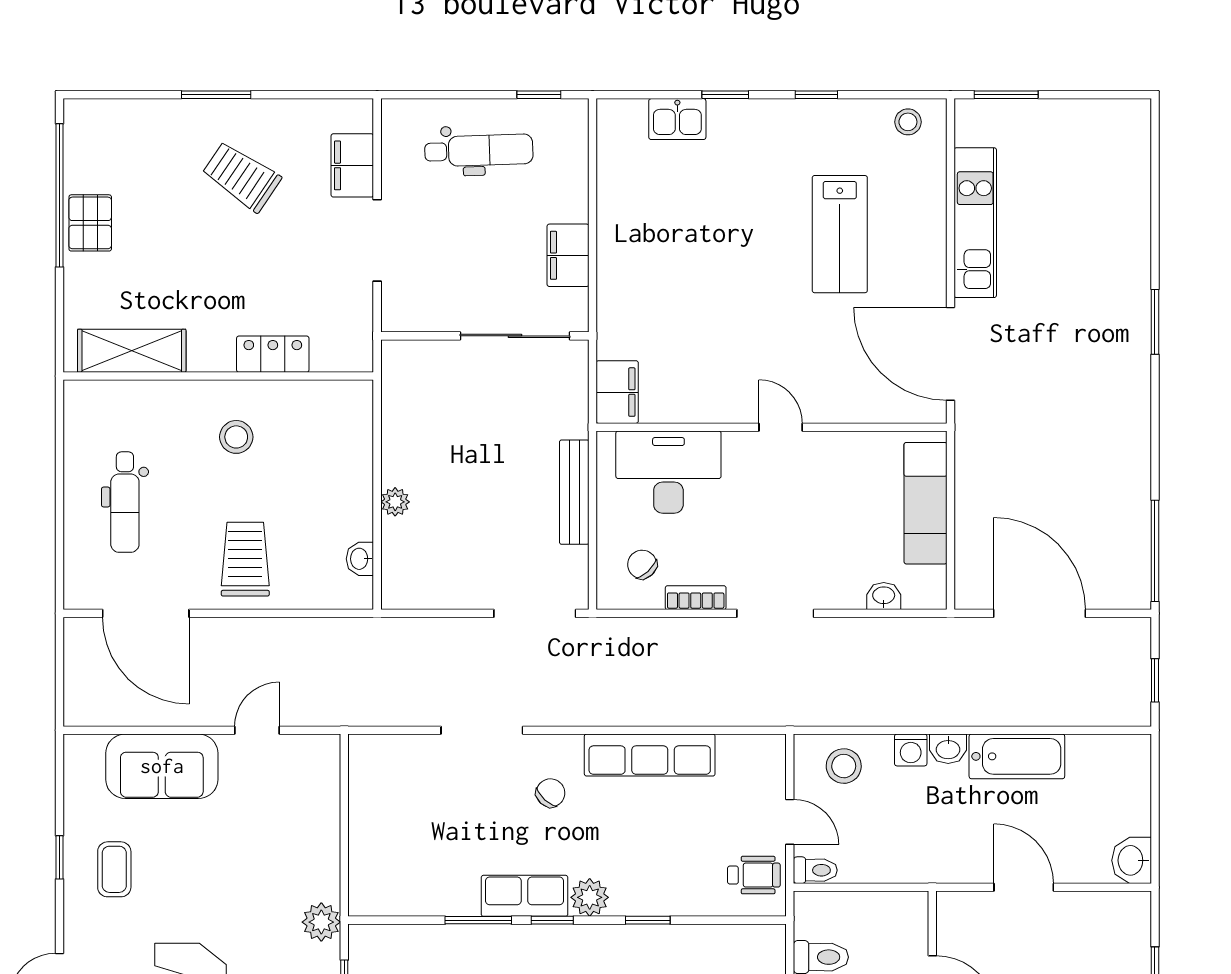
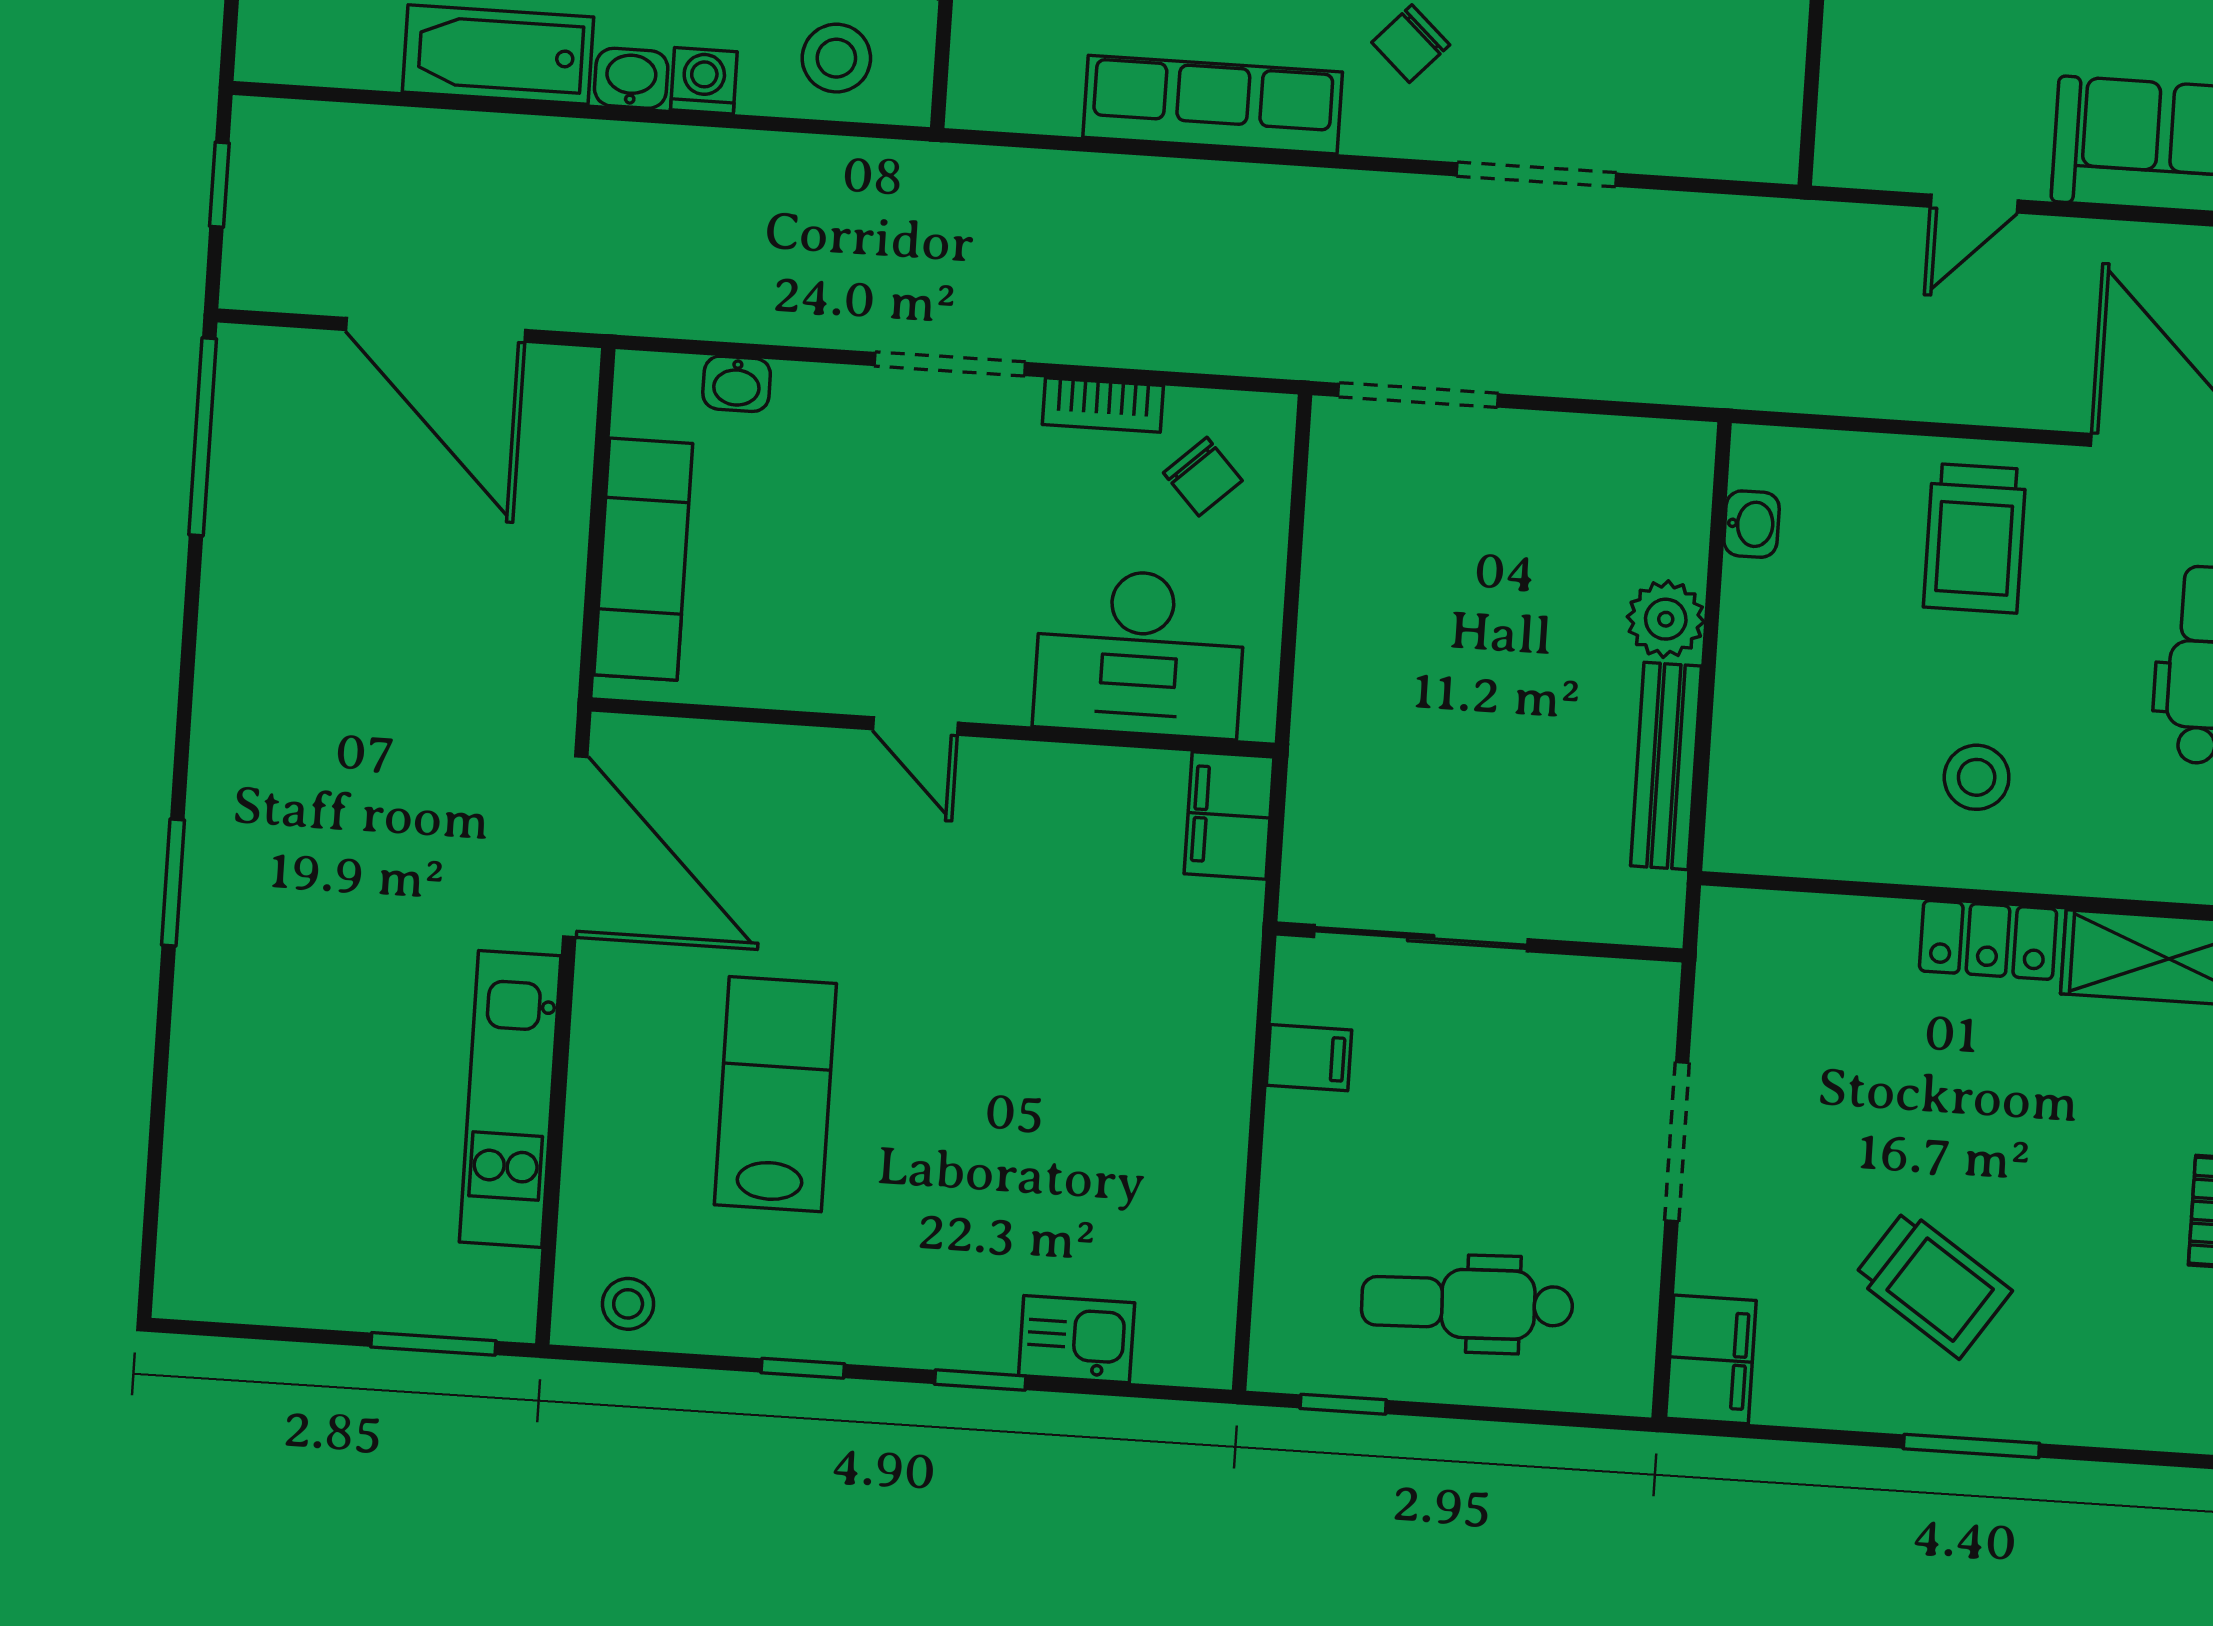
filing cabinet: (352, 165) -> (1711, 1359), moved
filing cabinet: (568, 255) -> (1309, 1058), width x0.50
locker: (273, 354) -> (1988, 940), moved
bench: (574, 492) -> (1666, 766), moved
plant: (395, 502) -> (1666, 619), width x1.38, depth x1.38

